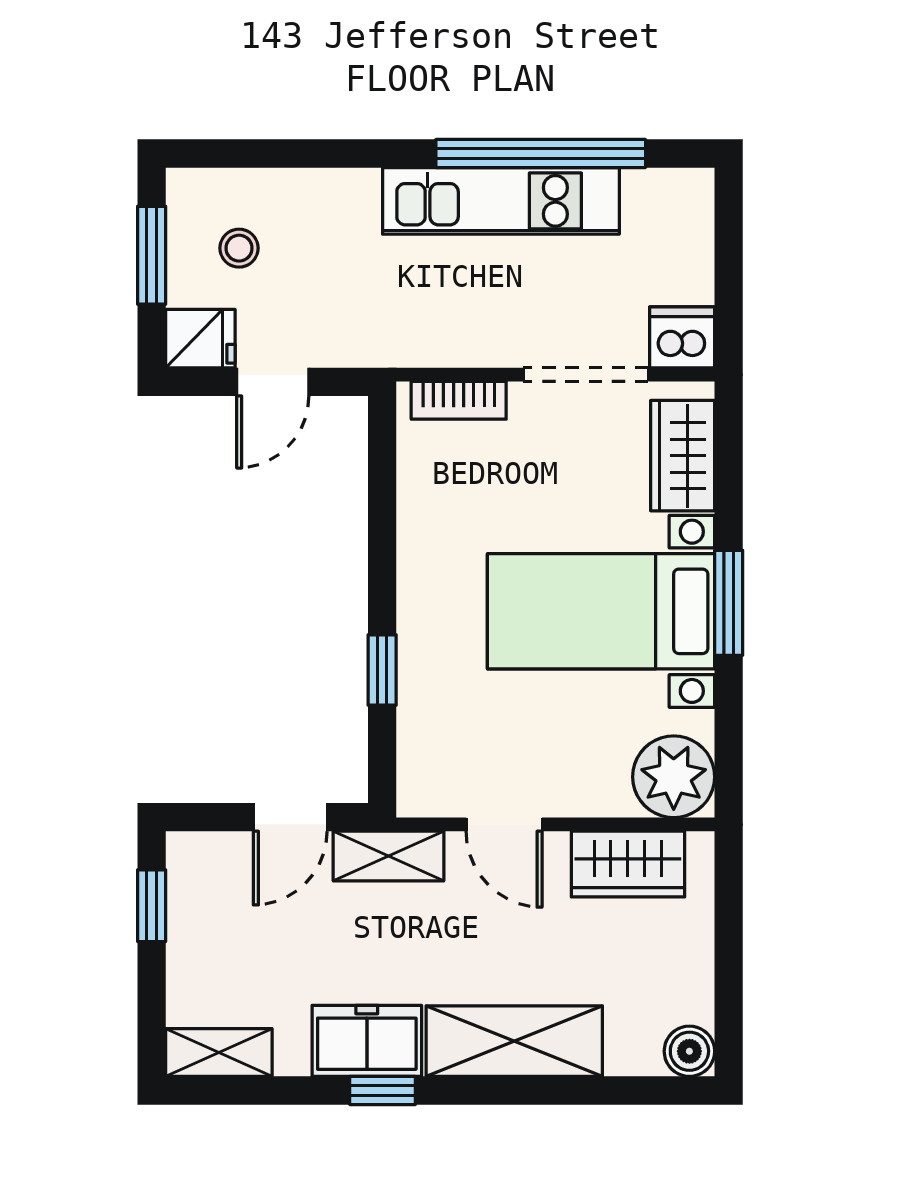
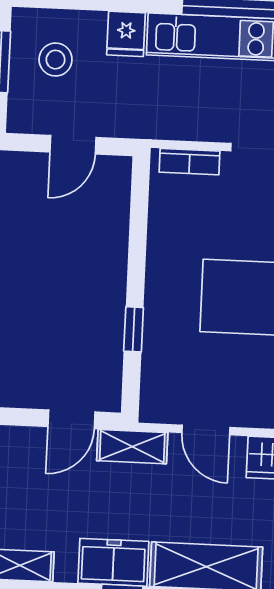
stool: (239, 248) -> (56, 60), width x1.37, depth x1.37
fridge: (200, 339) -> (126, 34), moved, turned 90

